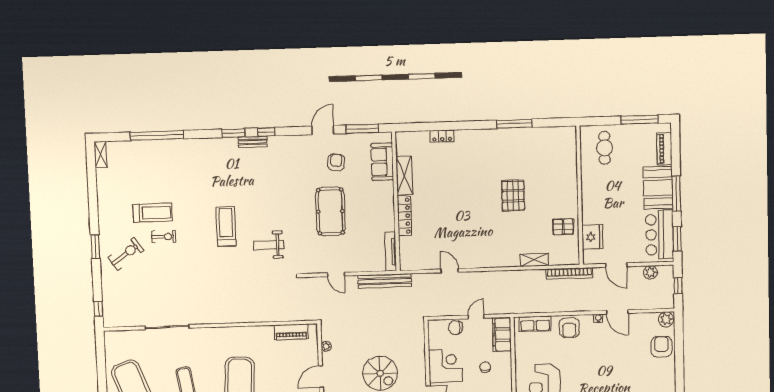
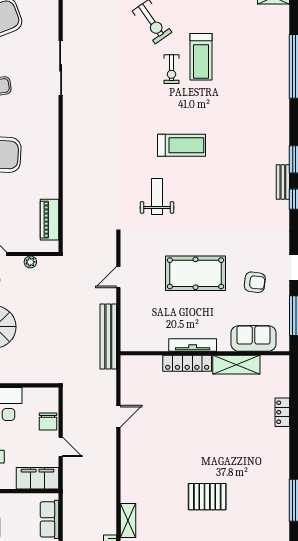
tv unit: (391, 252) -> (193, 345), moved
chair: (456, 328) -> (48, 422), turned 180

